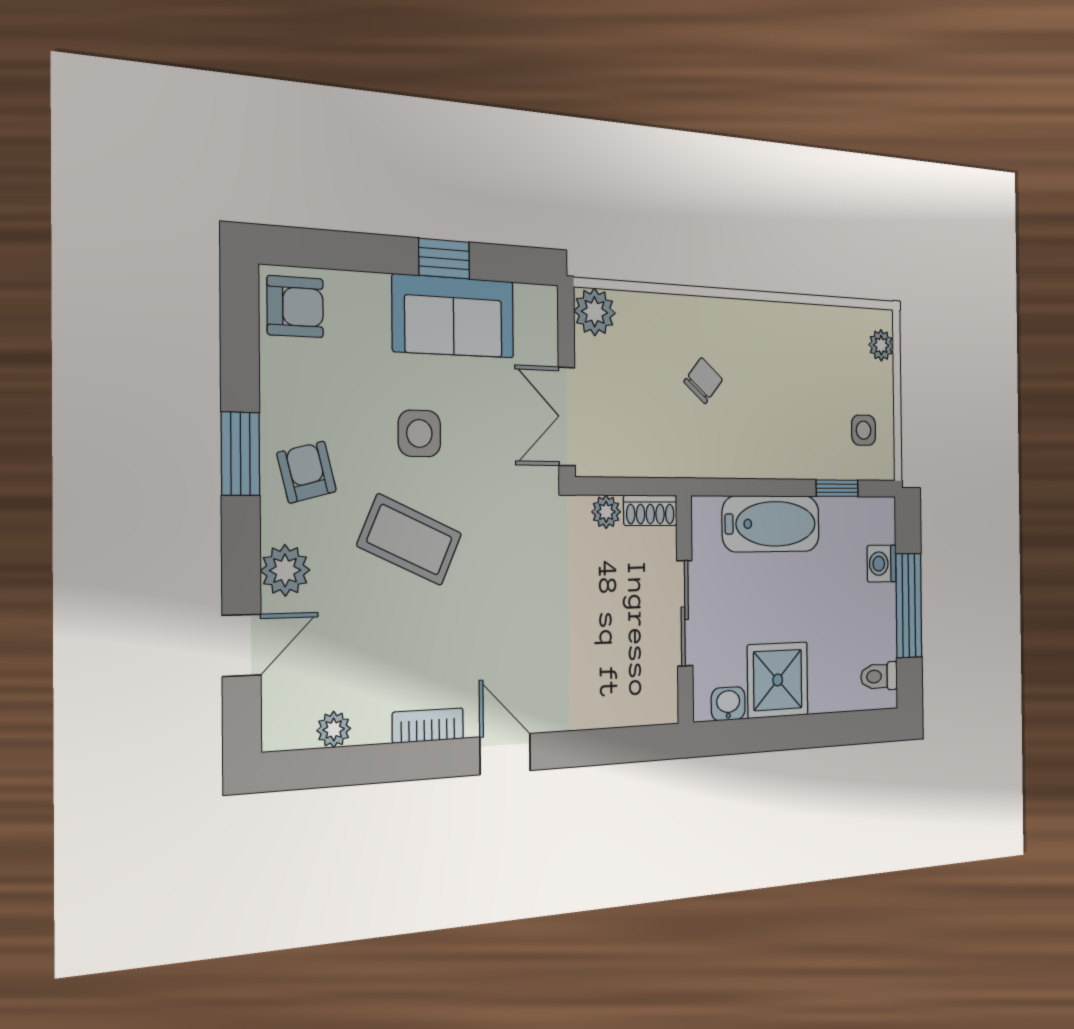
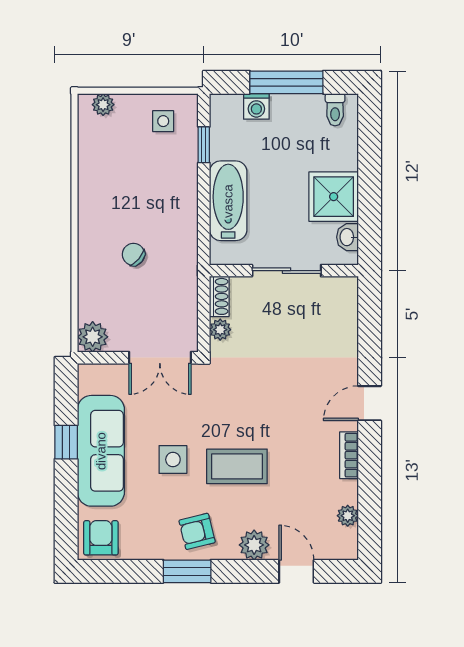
sofa: (454, 316) -> (101, 451), width x1.36
coffee table: (410, 540) -> (237, 466), turned 66

